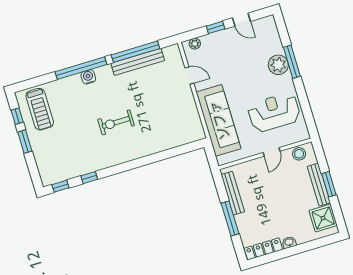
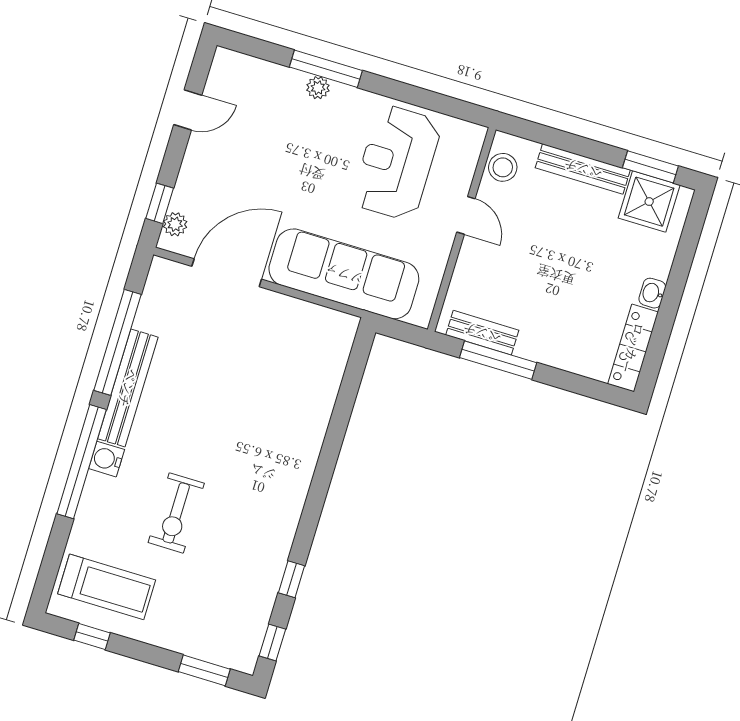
window: (216, 27) -> (160, 203), moved
bench: (138, 62) -> (128, 388), moved
plant: (278, 65) -> (318, 88), width x0.53, depth x0.53
door: (189, 76) -> (227, 273), width x1.88
exercise bike: (116, 122) -> (176, 513), moved
window: (25, 142) -> (204, 670), moved
window: (329, 184) -> (650, 167), moved
bench: (233, 193) -> (482, 333), width x0.73
window: (230, 218) -> (498, 360), moved

